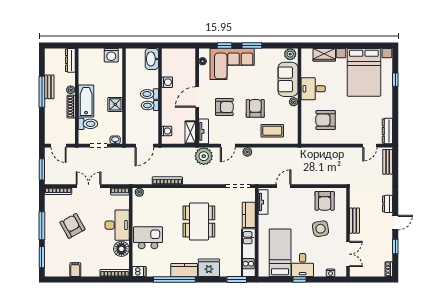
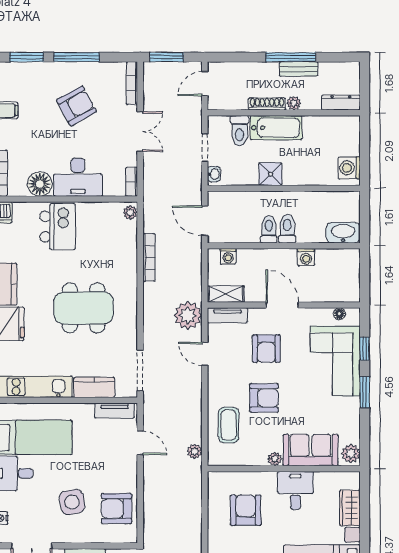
plant: (247, 152) -> (195, 451), moved

